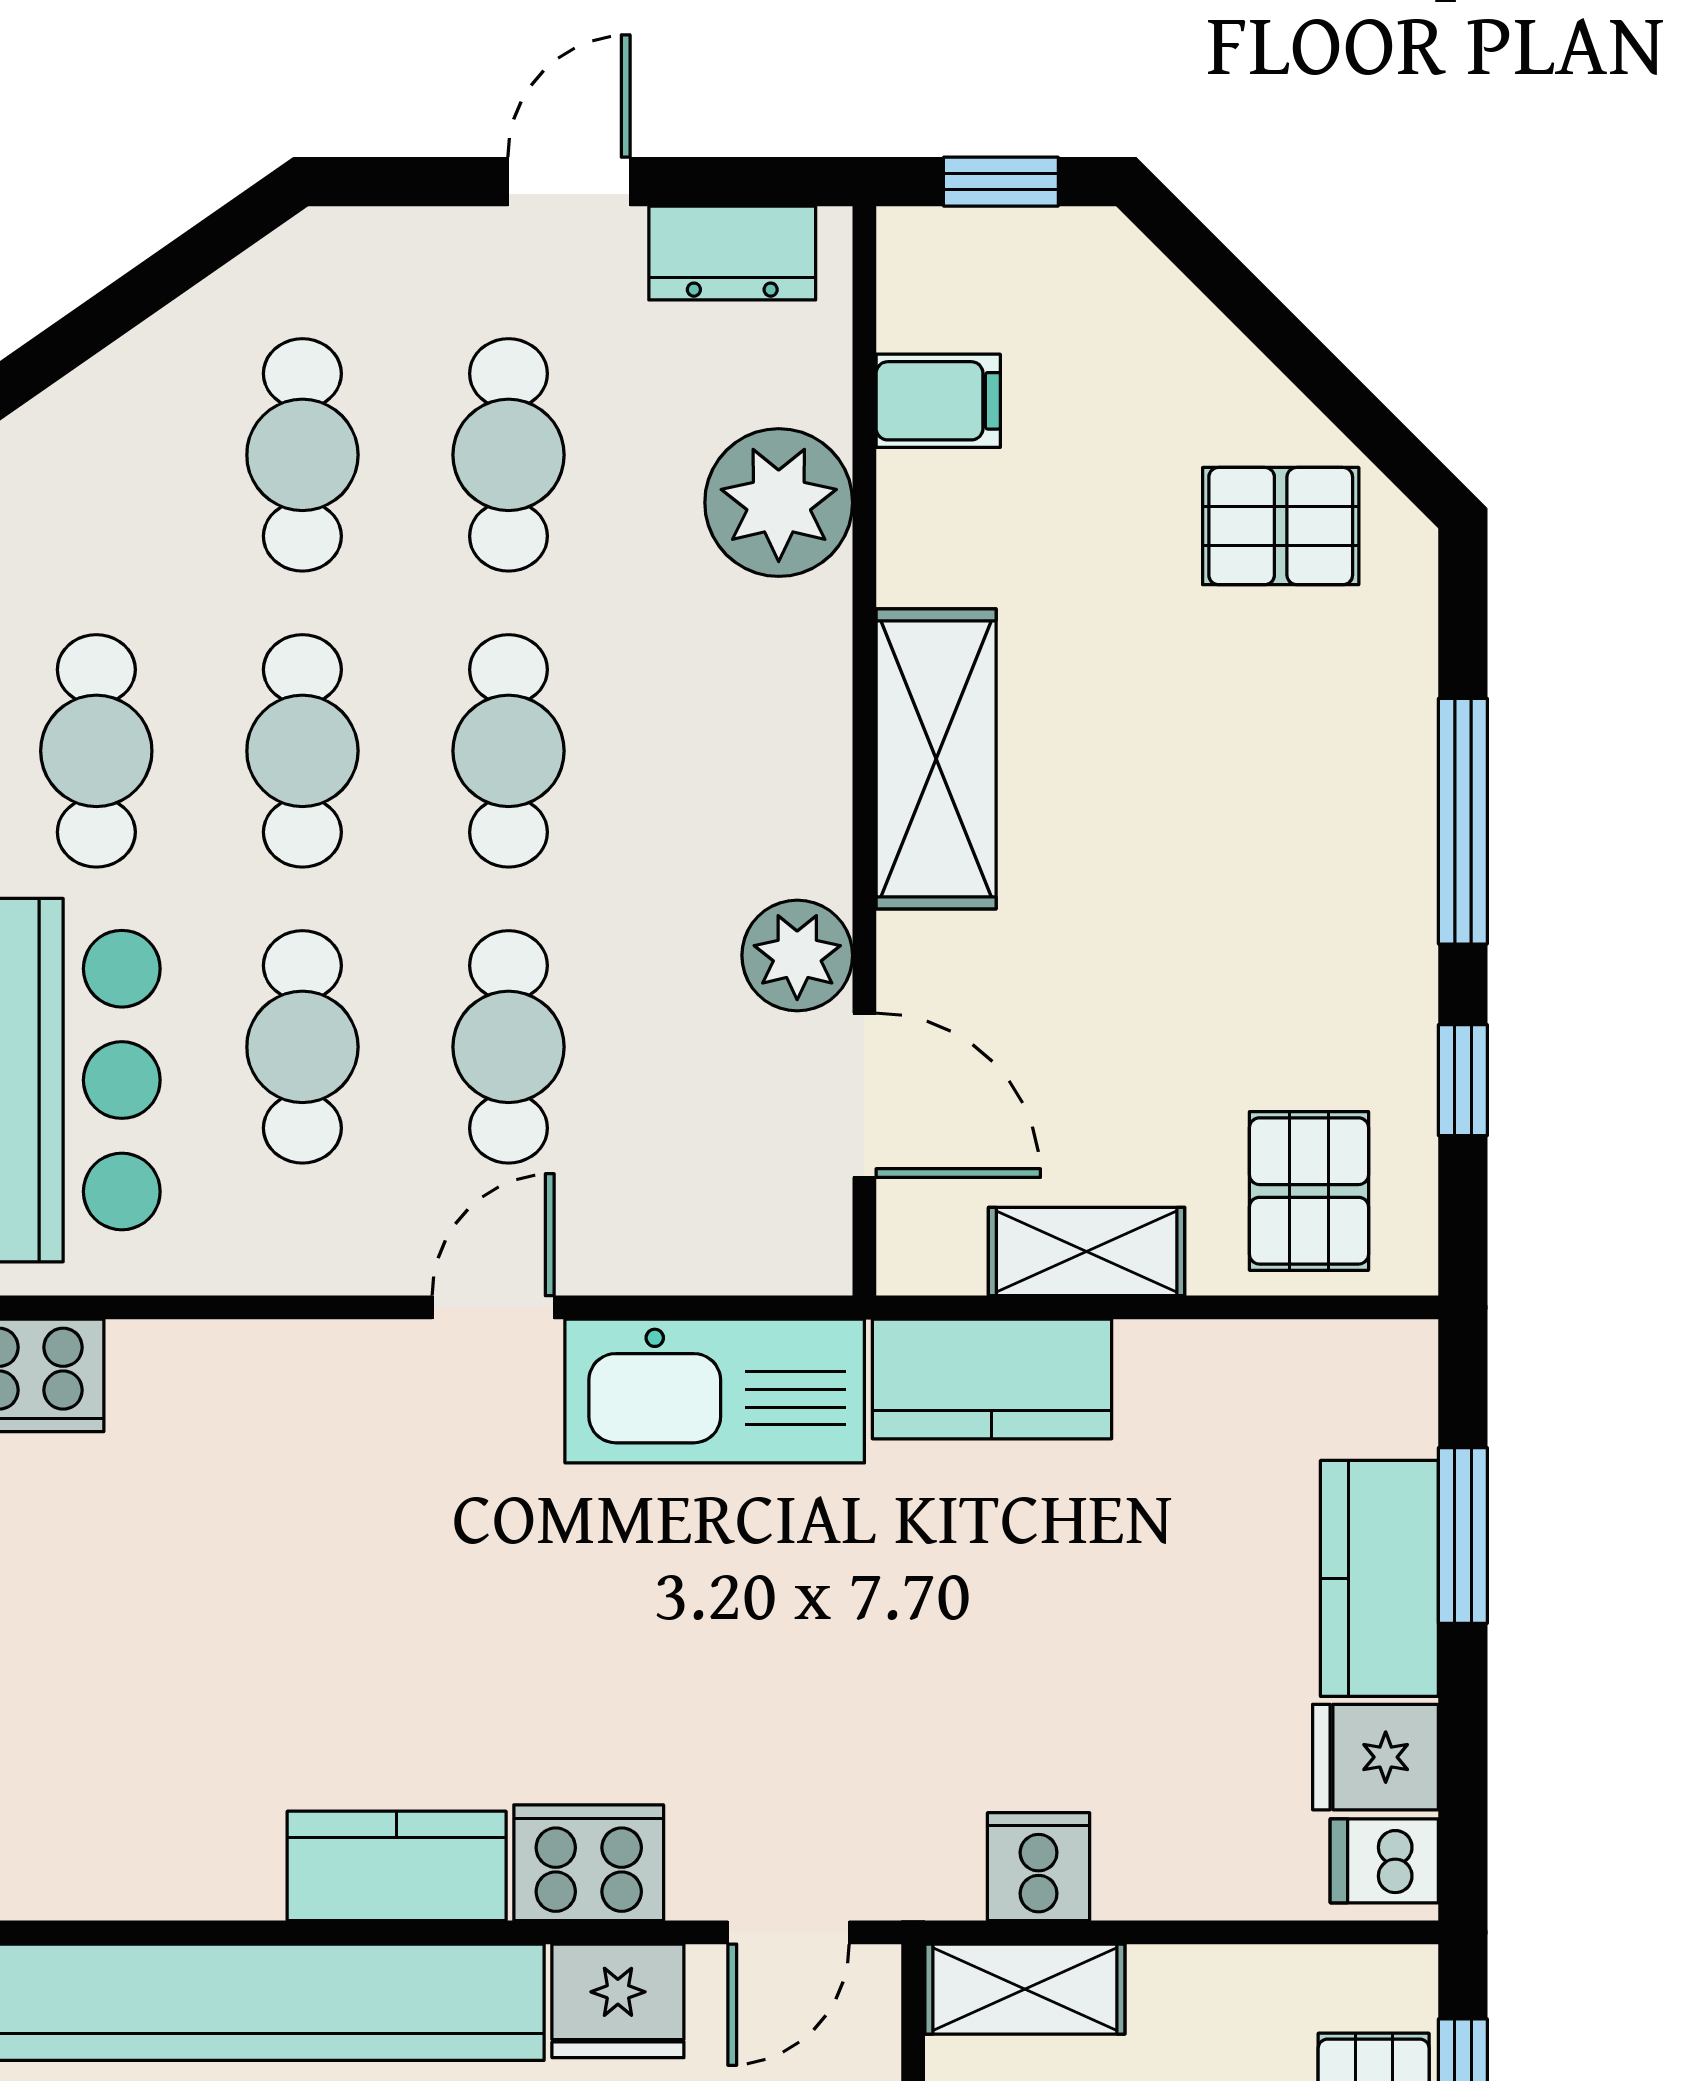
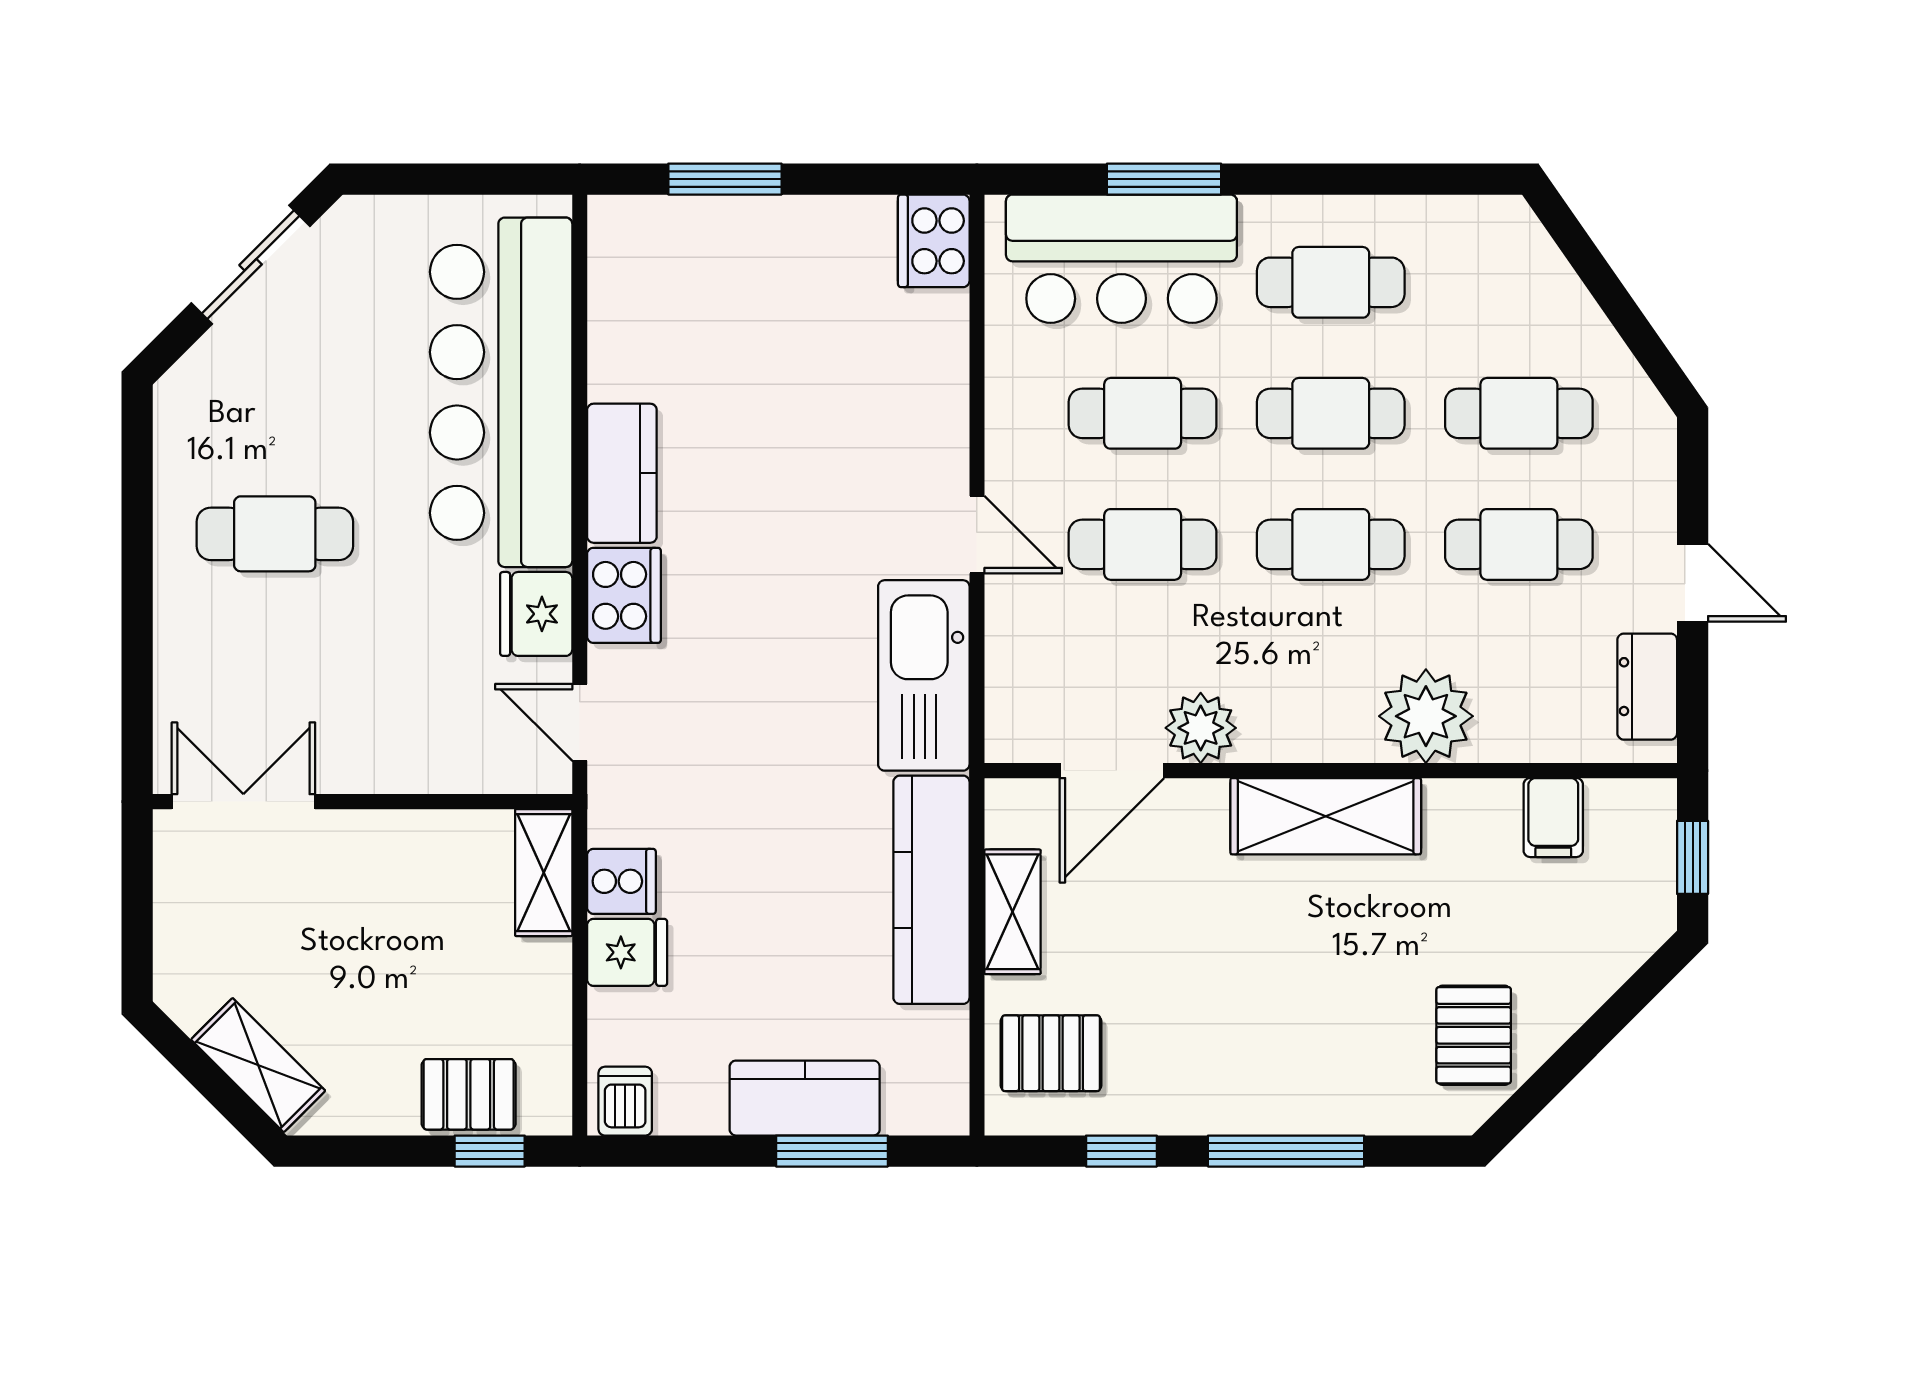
plant: (779, 503) -> (1426, 716), moved
kitchen counter: (992, 1379) -> (931, 890), width x1.50
fridge: (1376, 1757) -> (627, 952), moved, turned 90

